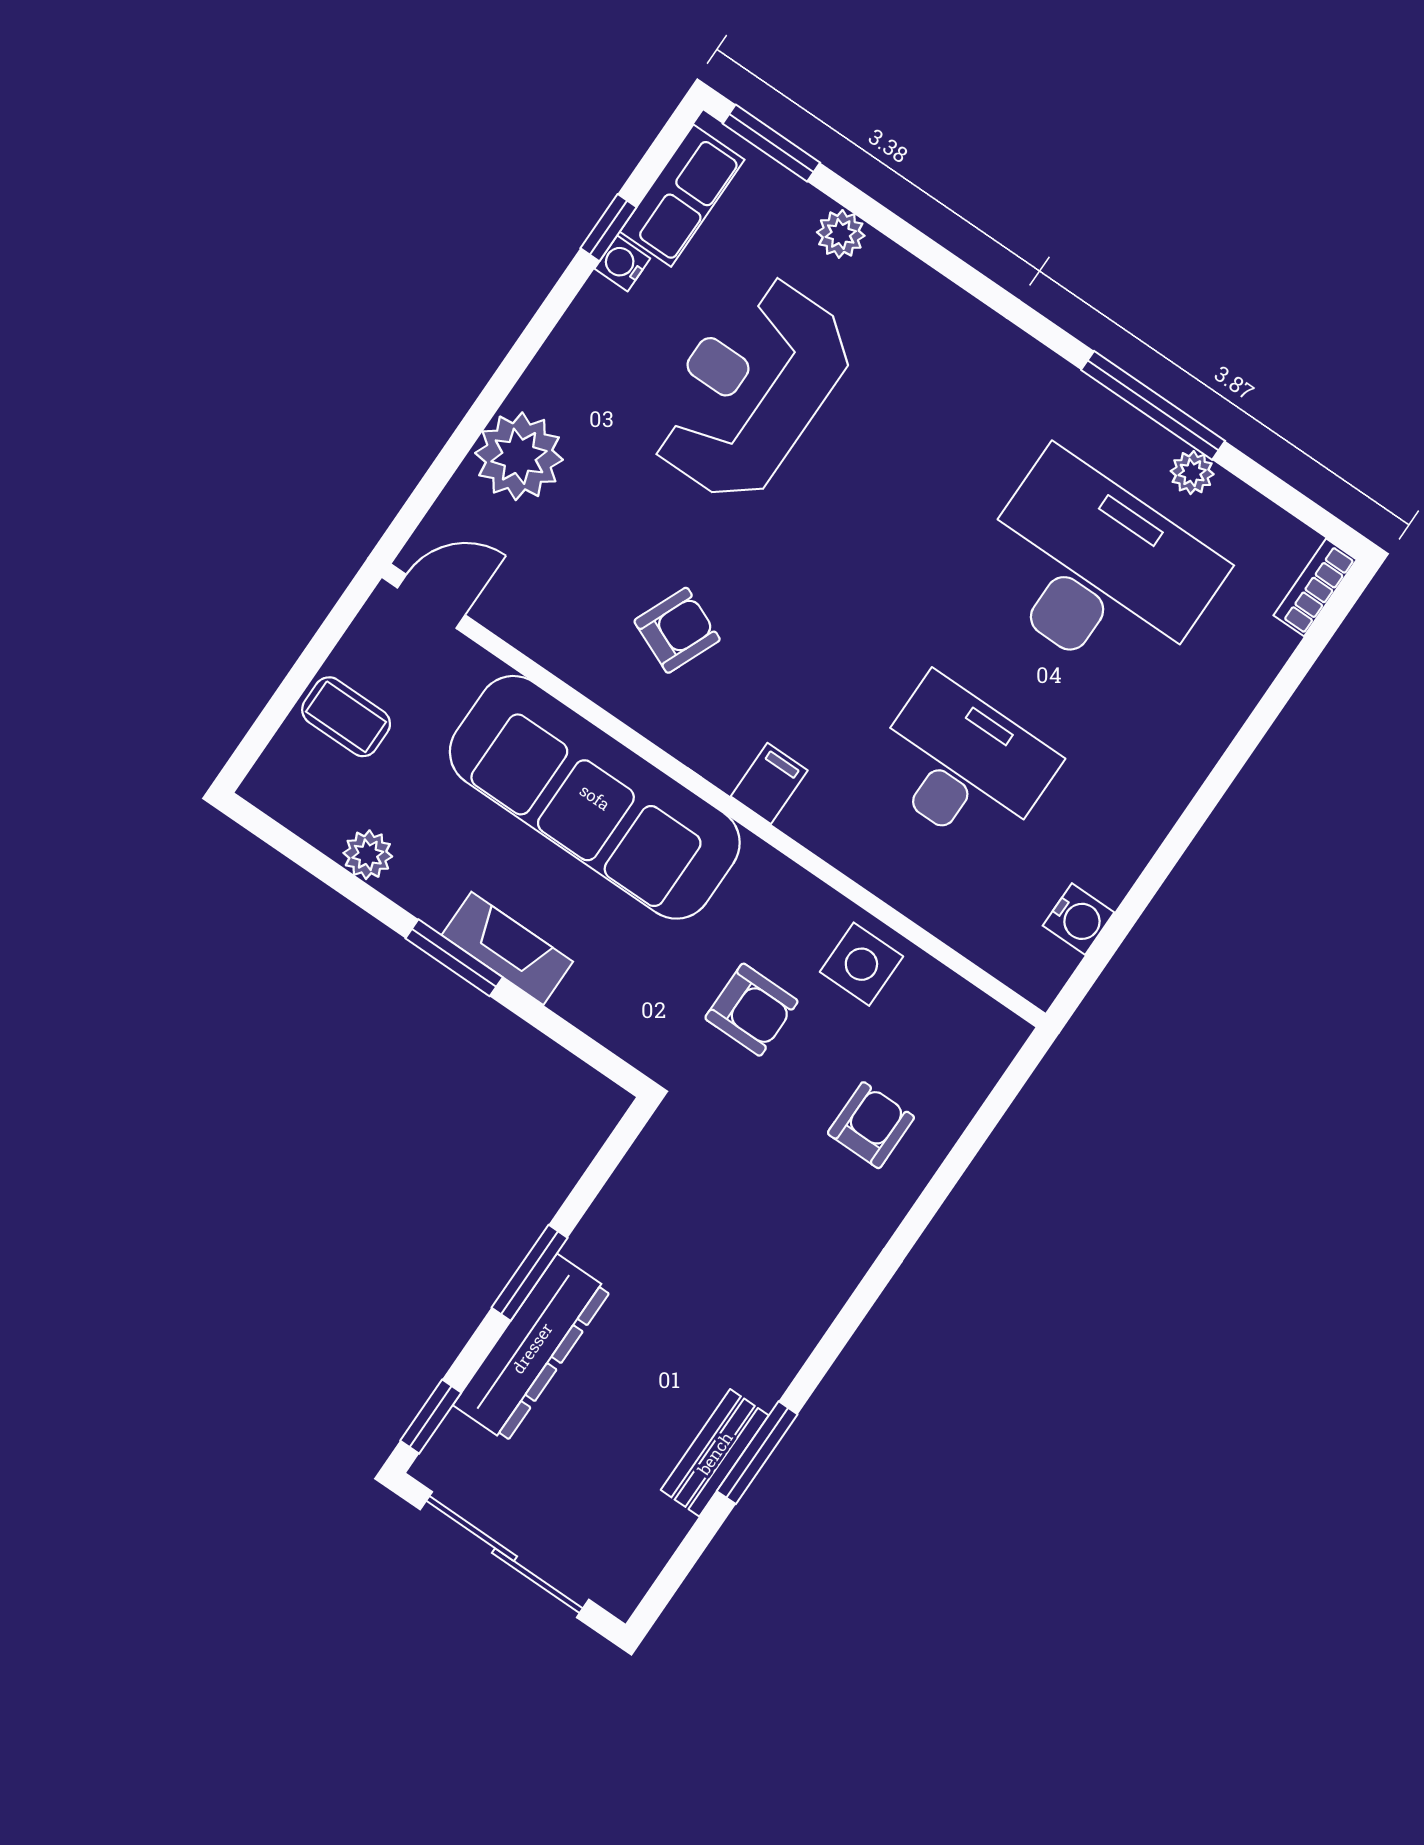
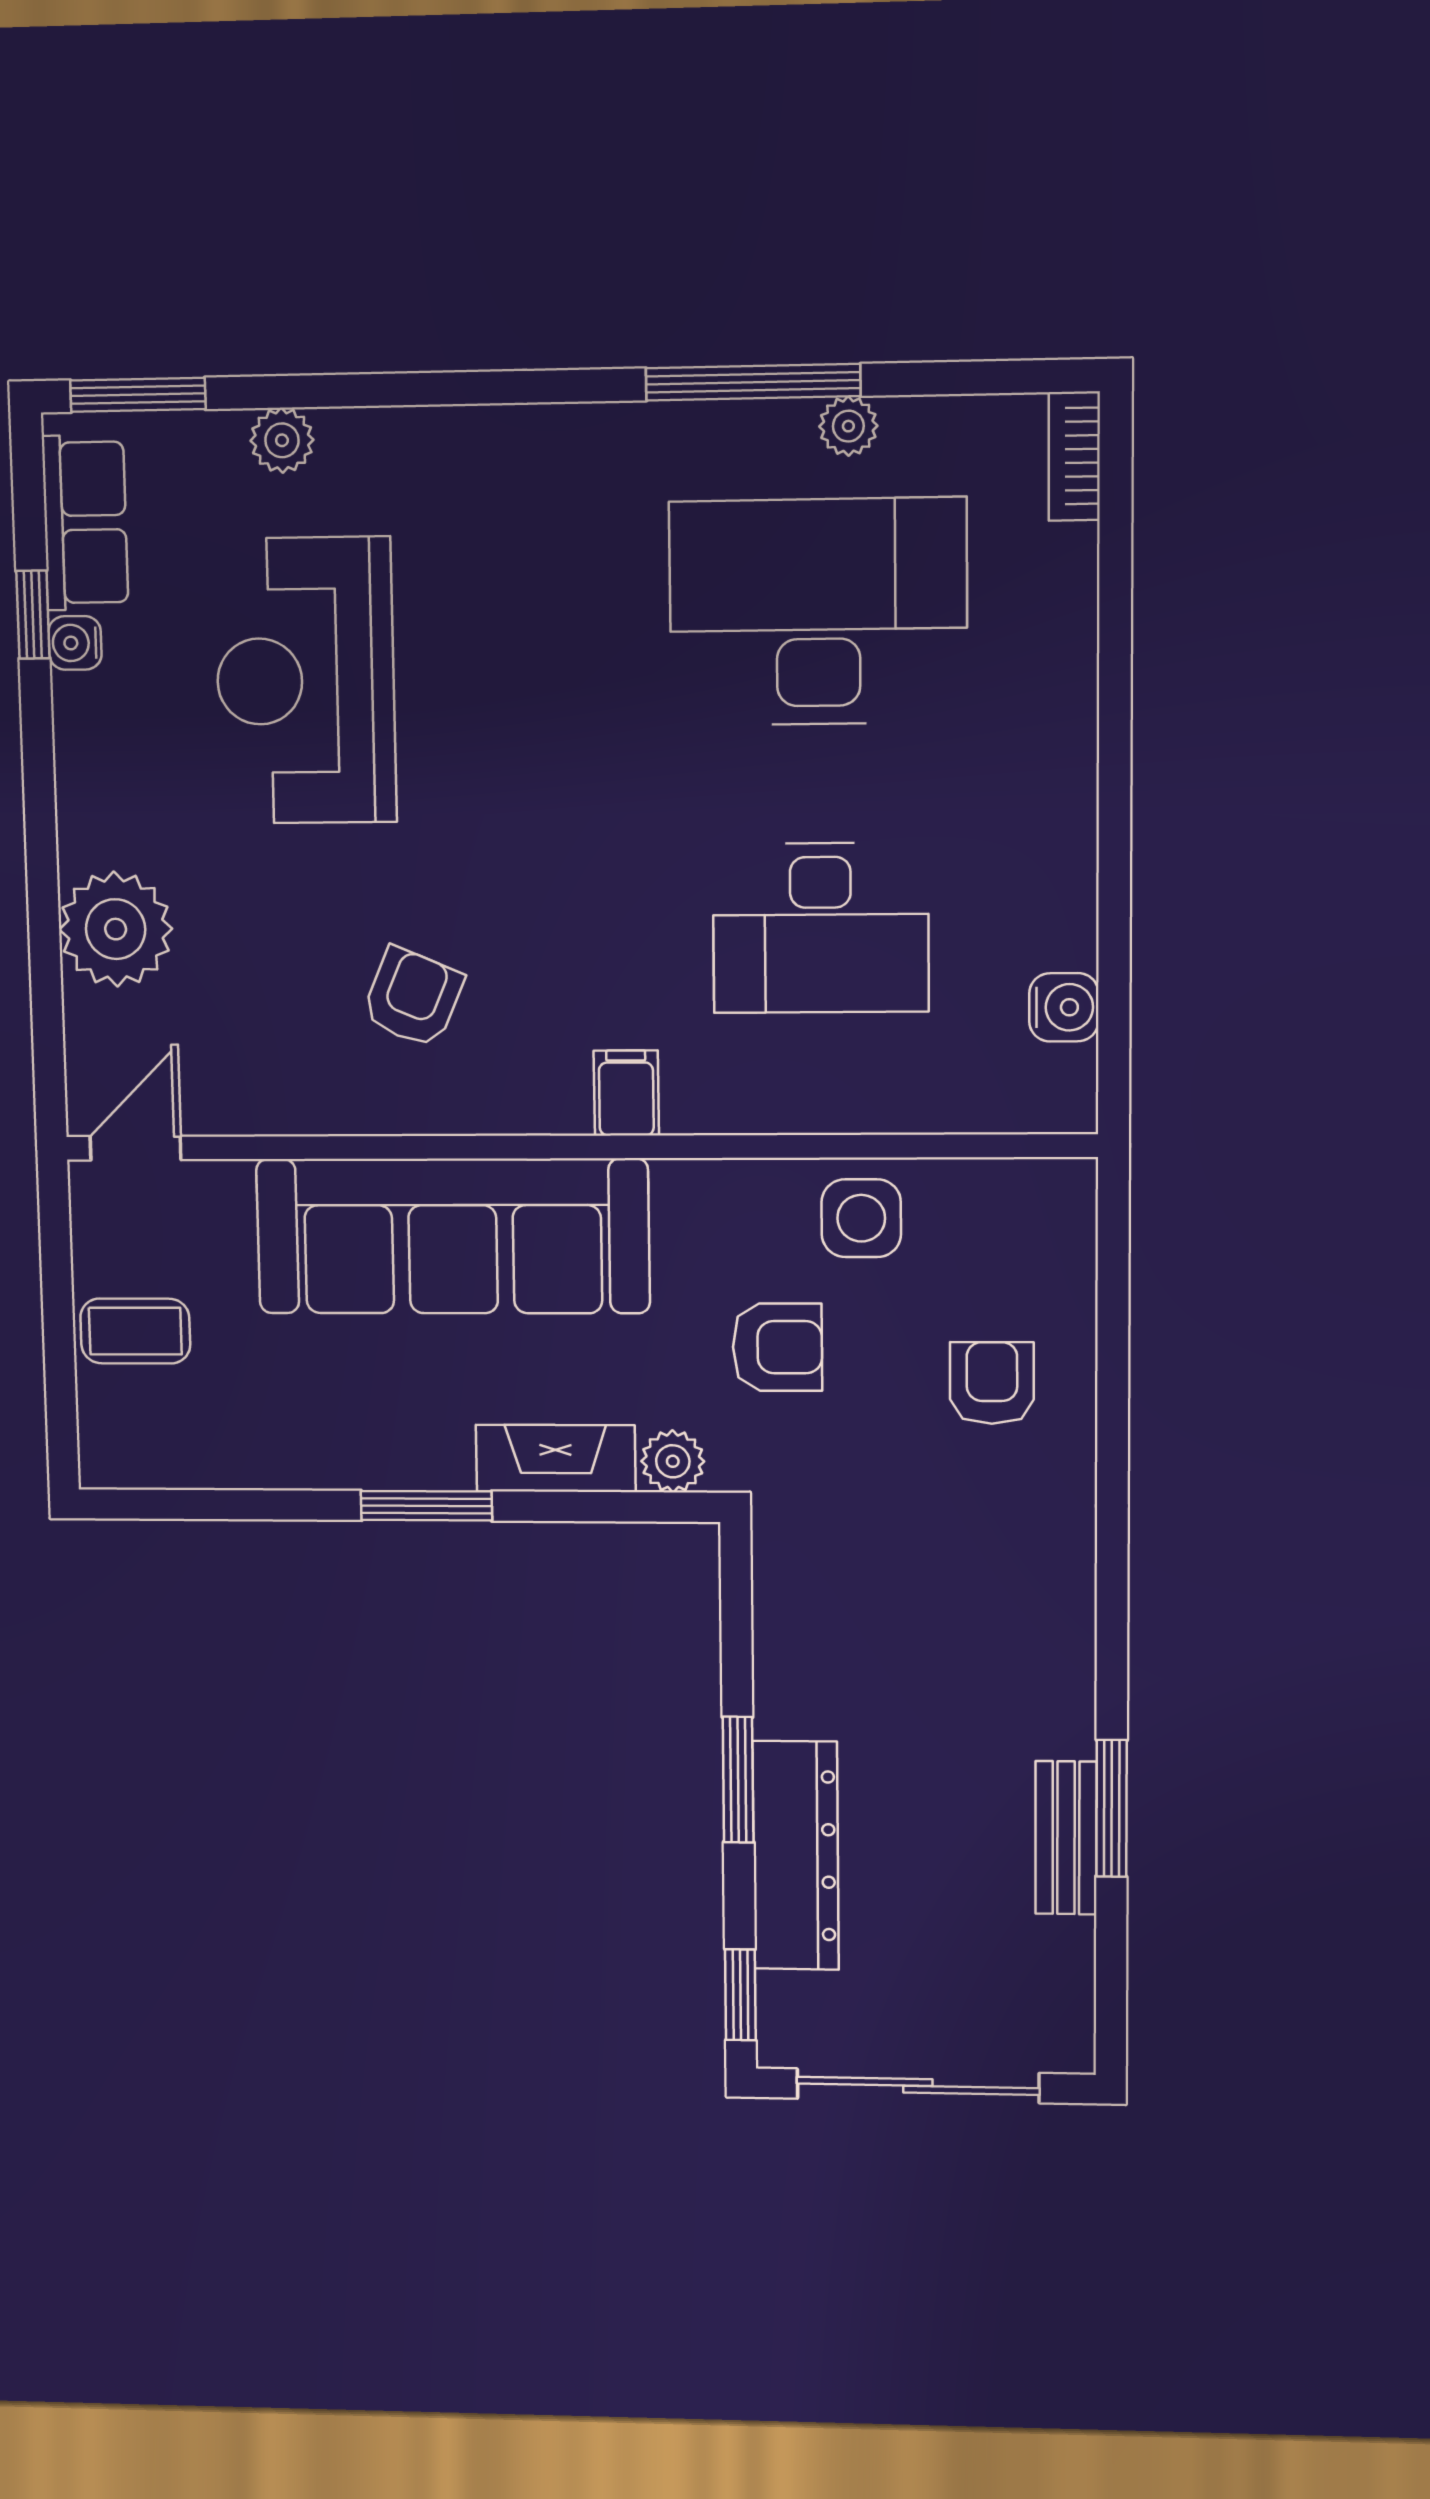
desk: (963, 765) -> (821, 928), turned 180
plant: (368, 855) -> (673, 1461), moved
fireplace: (507, 948) -> (556, 1458), moved

